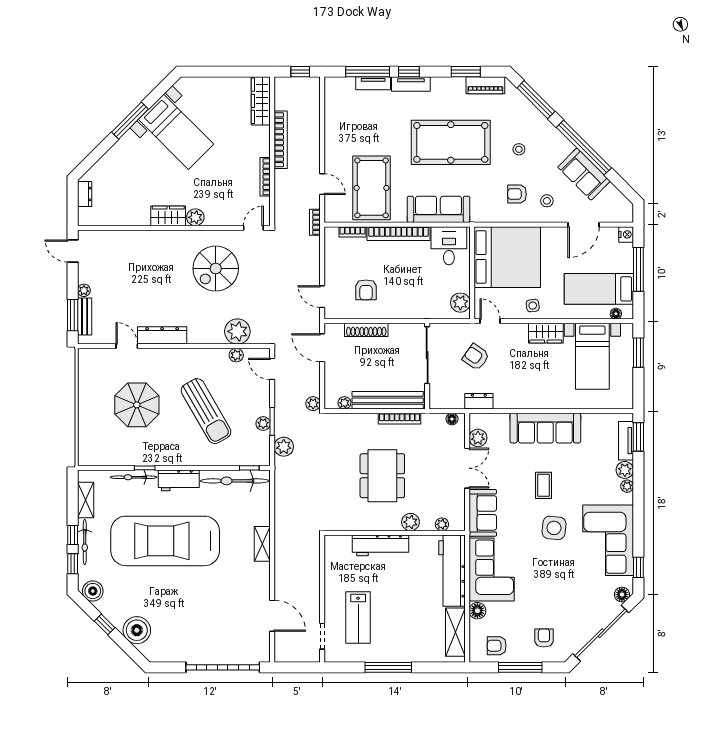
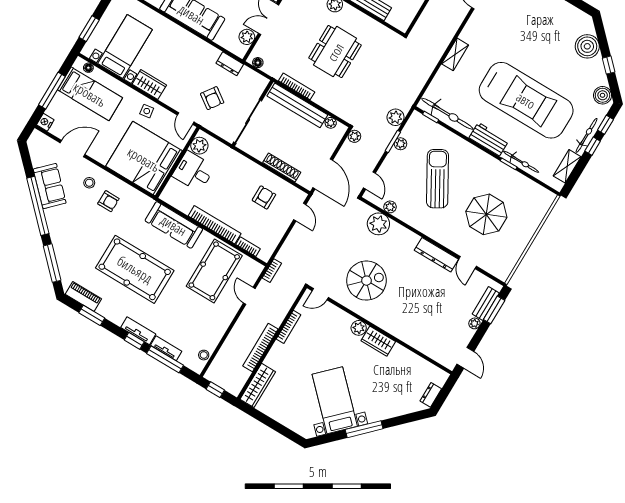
stool: (519, 149) -> (204, 355), moved
desk: (449, 246) -> (193, 171), moved, turned 90
door: (322, 348) -> (323, 174), width x1.36

